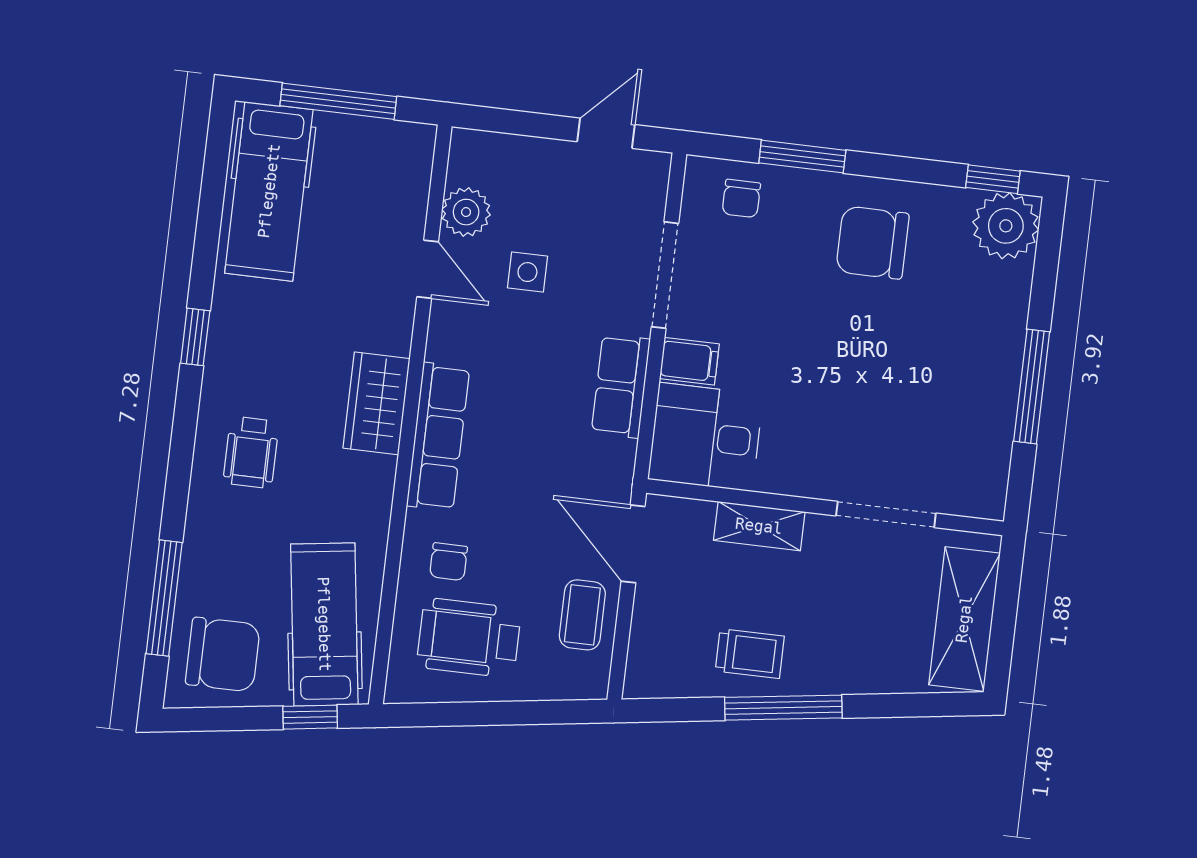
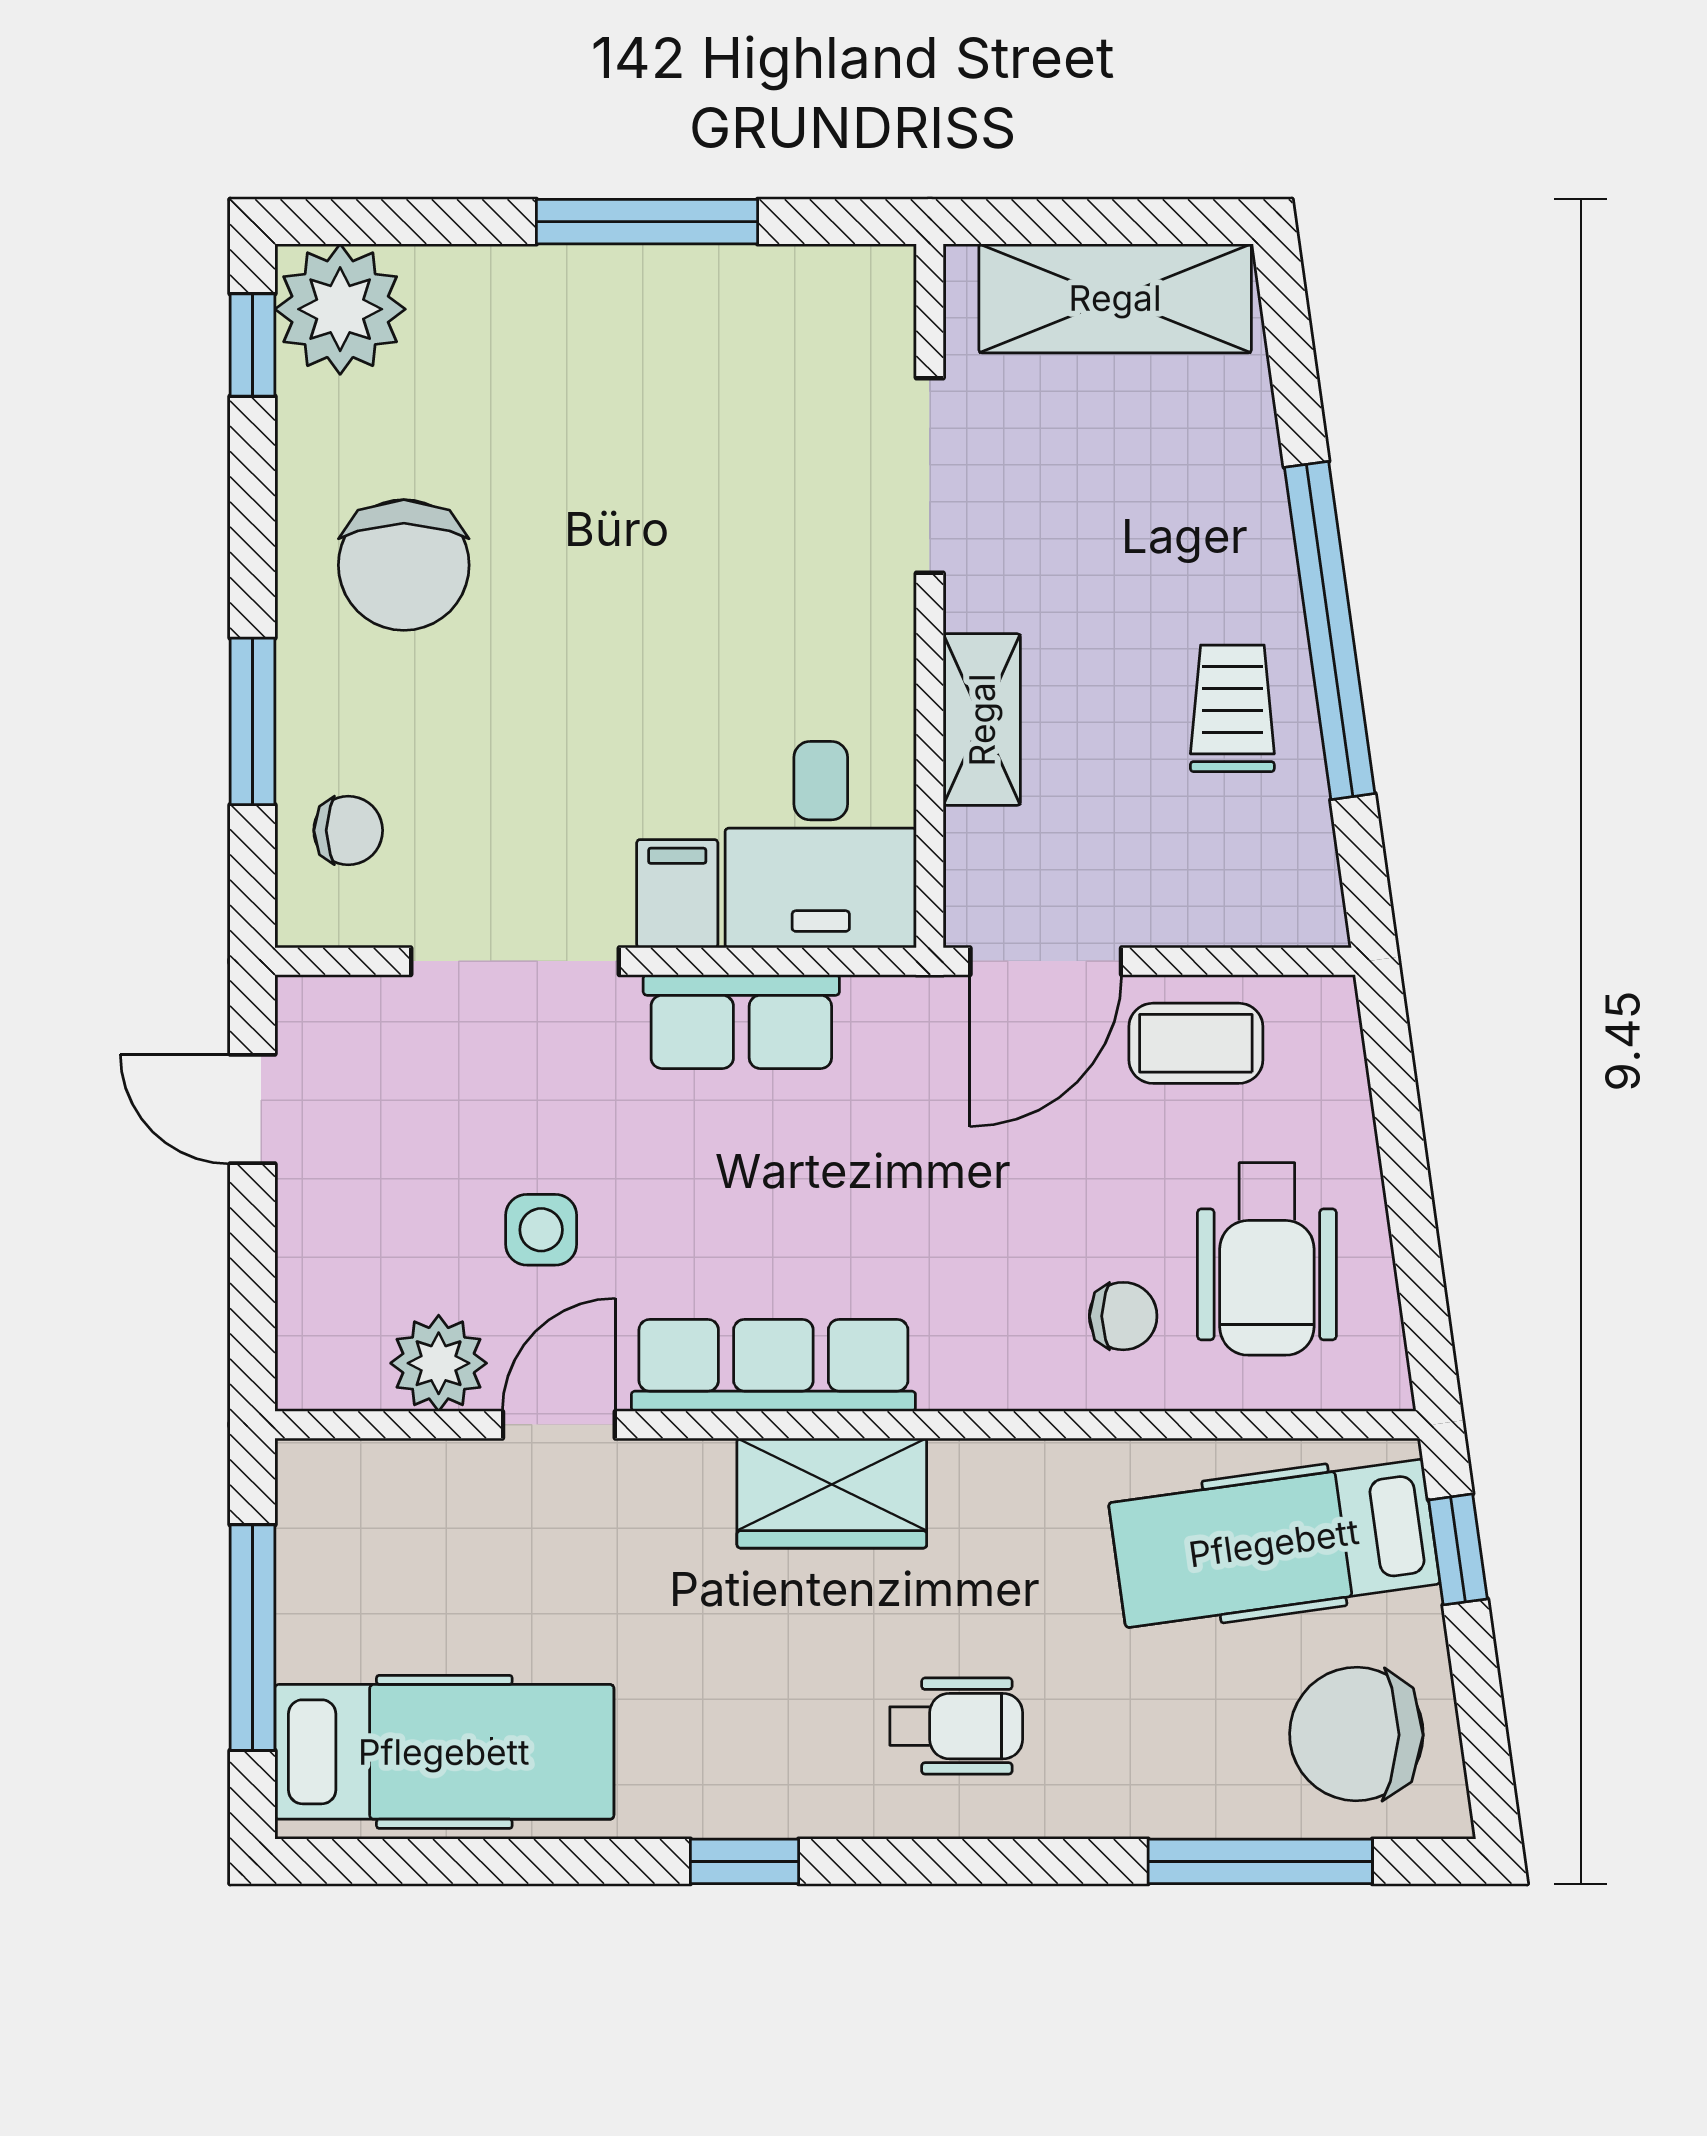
row of seats: (438, 437) -> (773, 1365), moved
chair: (223, 655) -> (1356, 1734), turned -89
window: (783, 708) -> (1330, 630), width x1.46

